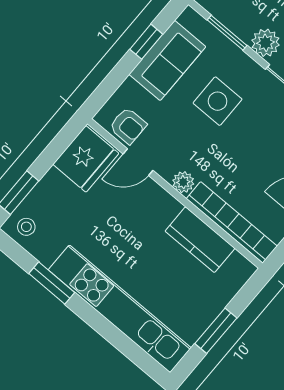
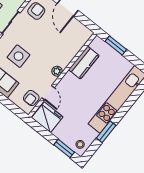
armchair: (128, 126) -> (31, 98), turned 180
bookcase: (232, 222) -> (75, 48), removed
window: (216, 331) -> (116, 45), moved

